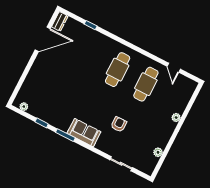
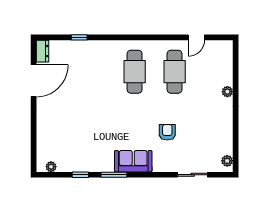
door: (174, 68) -> (196, 37), hinge flipped
plant: (158, 152) -> (227, 161), moved

